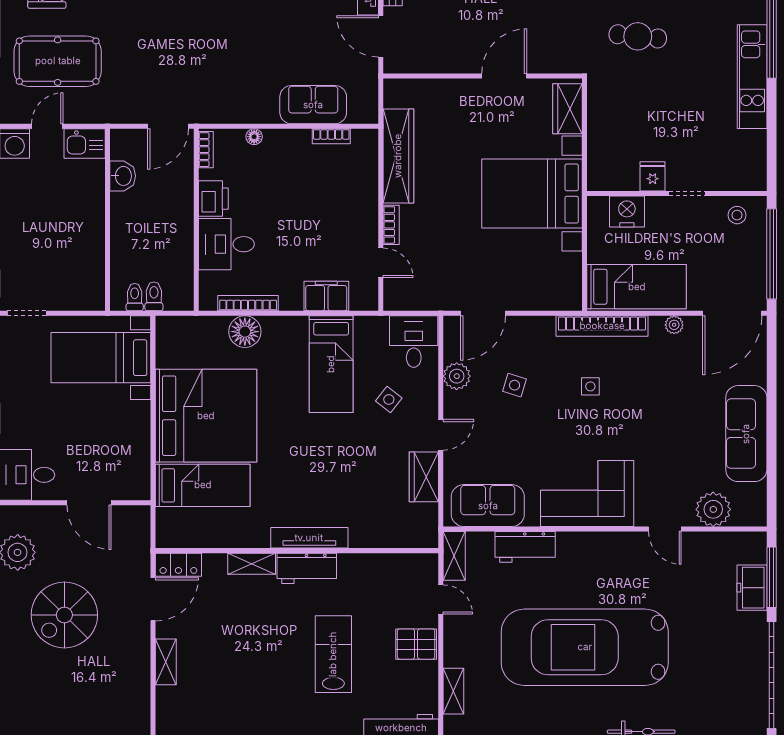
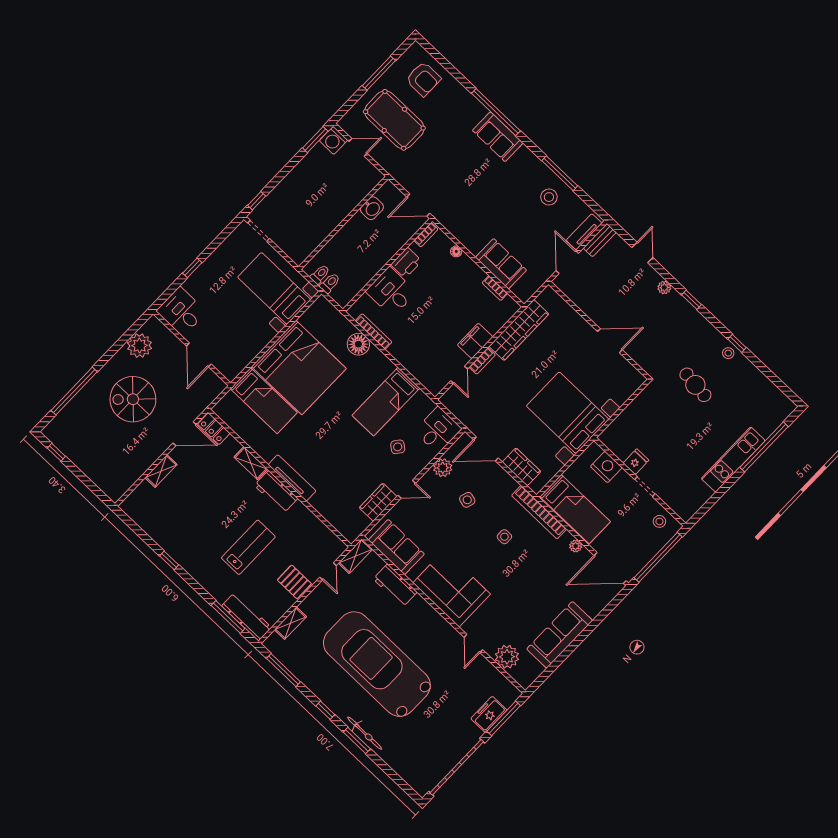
wardrobe: (568, 109) -> (522, 467), moved, turned 90
kitchen sink: (85, 144) -> (368, 174), removed
filing cabinet: (326, 296) -> (475, 341), moved, turned -90

